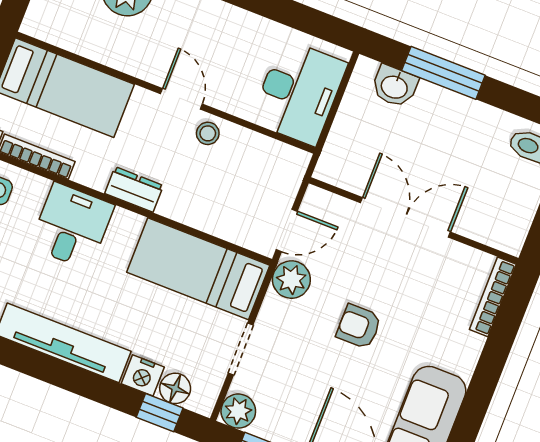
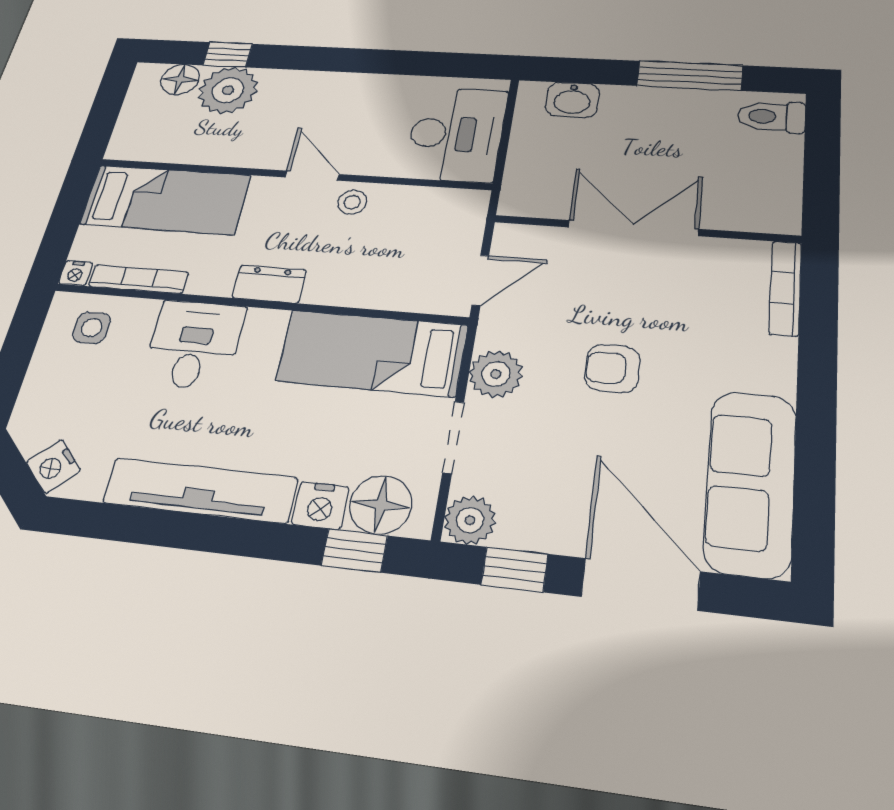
window: (443, 73) -> (690, 76), moved
plant: (291, 280) -> (496, 374), moved
floor lamp: (175, 388) -> (381, 505), width x1.38, depth x1.38

